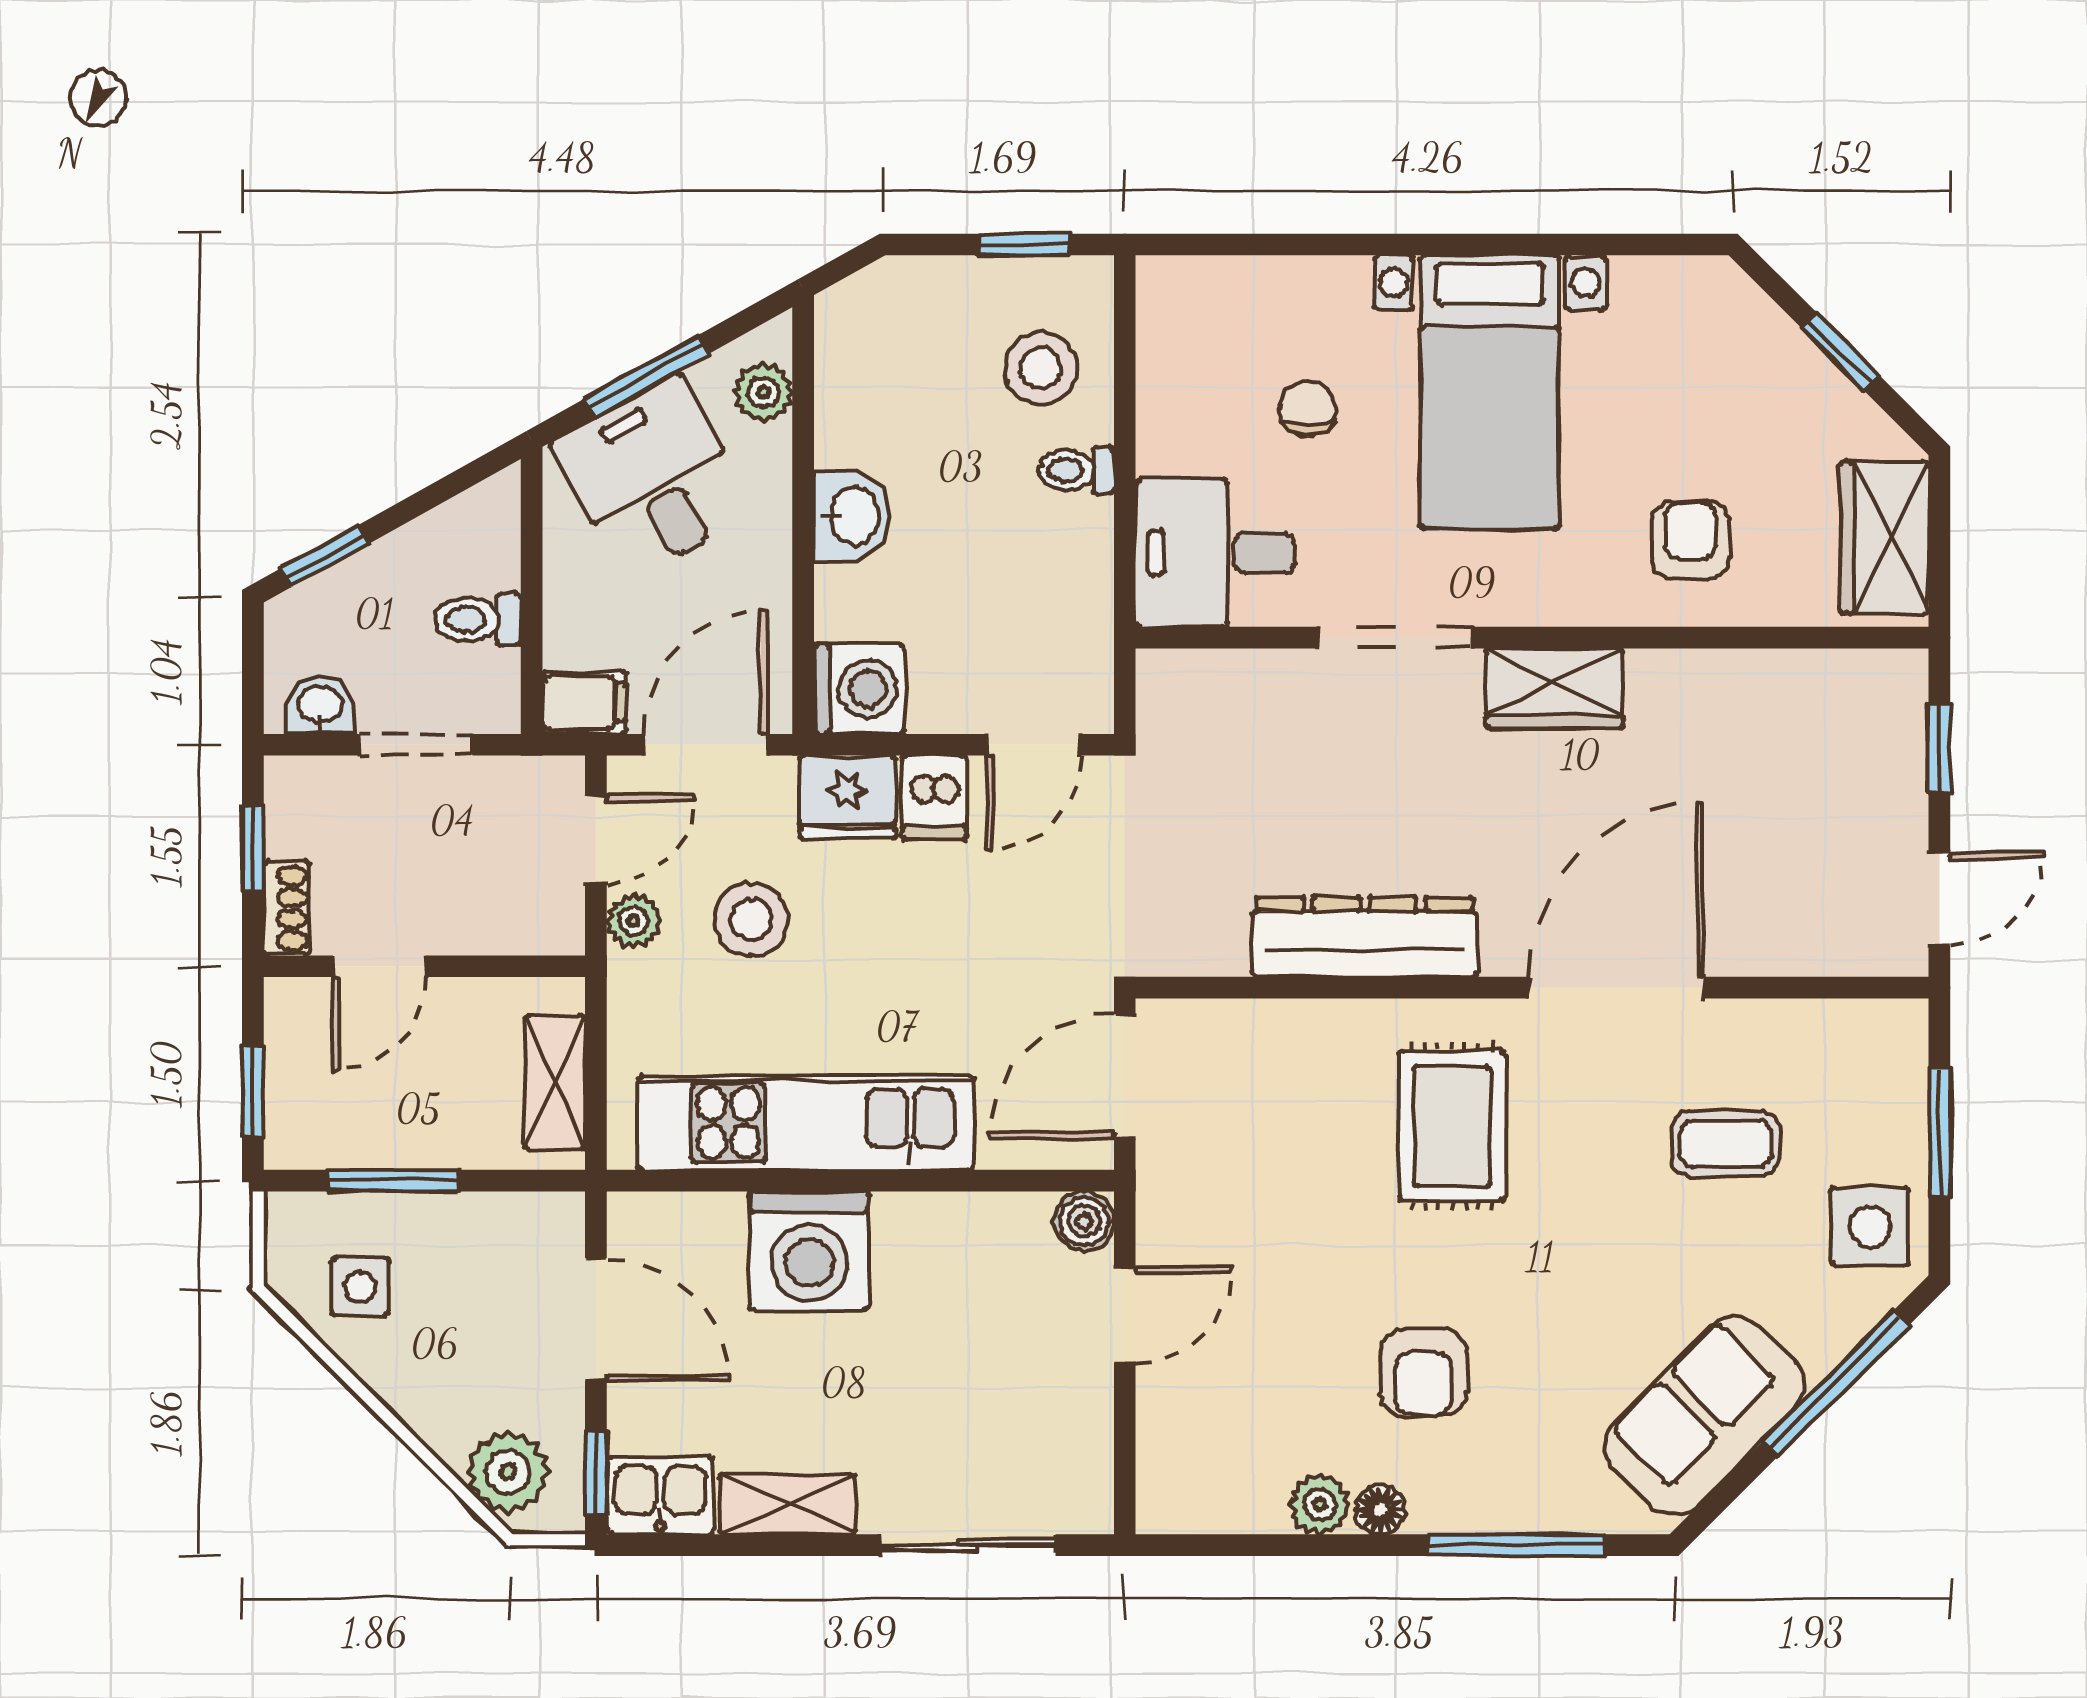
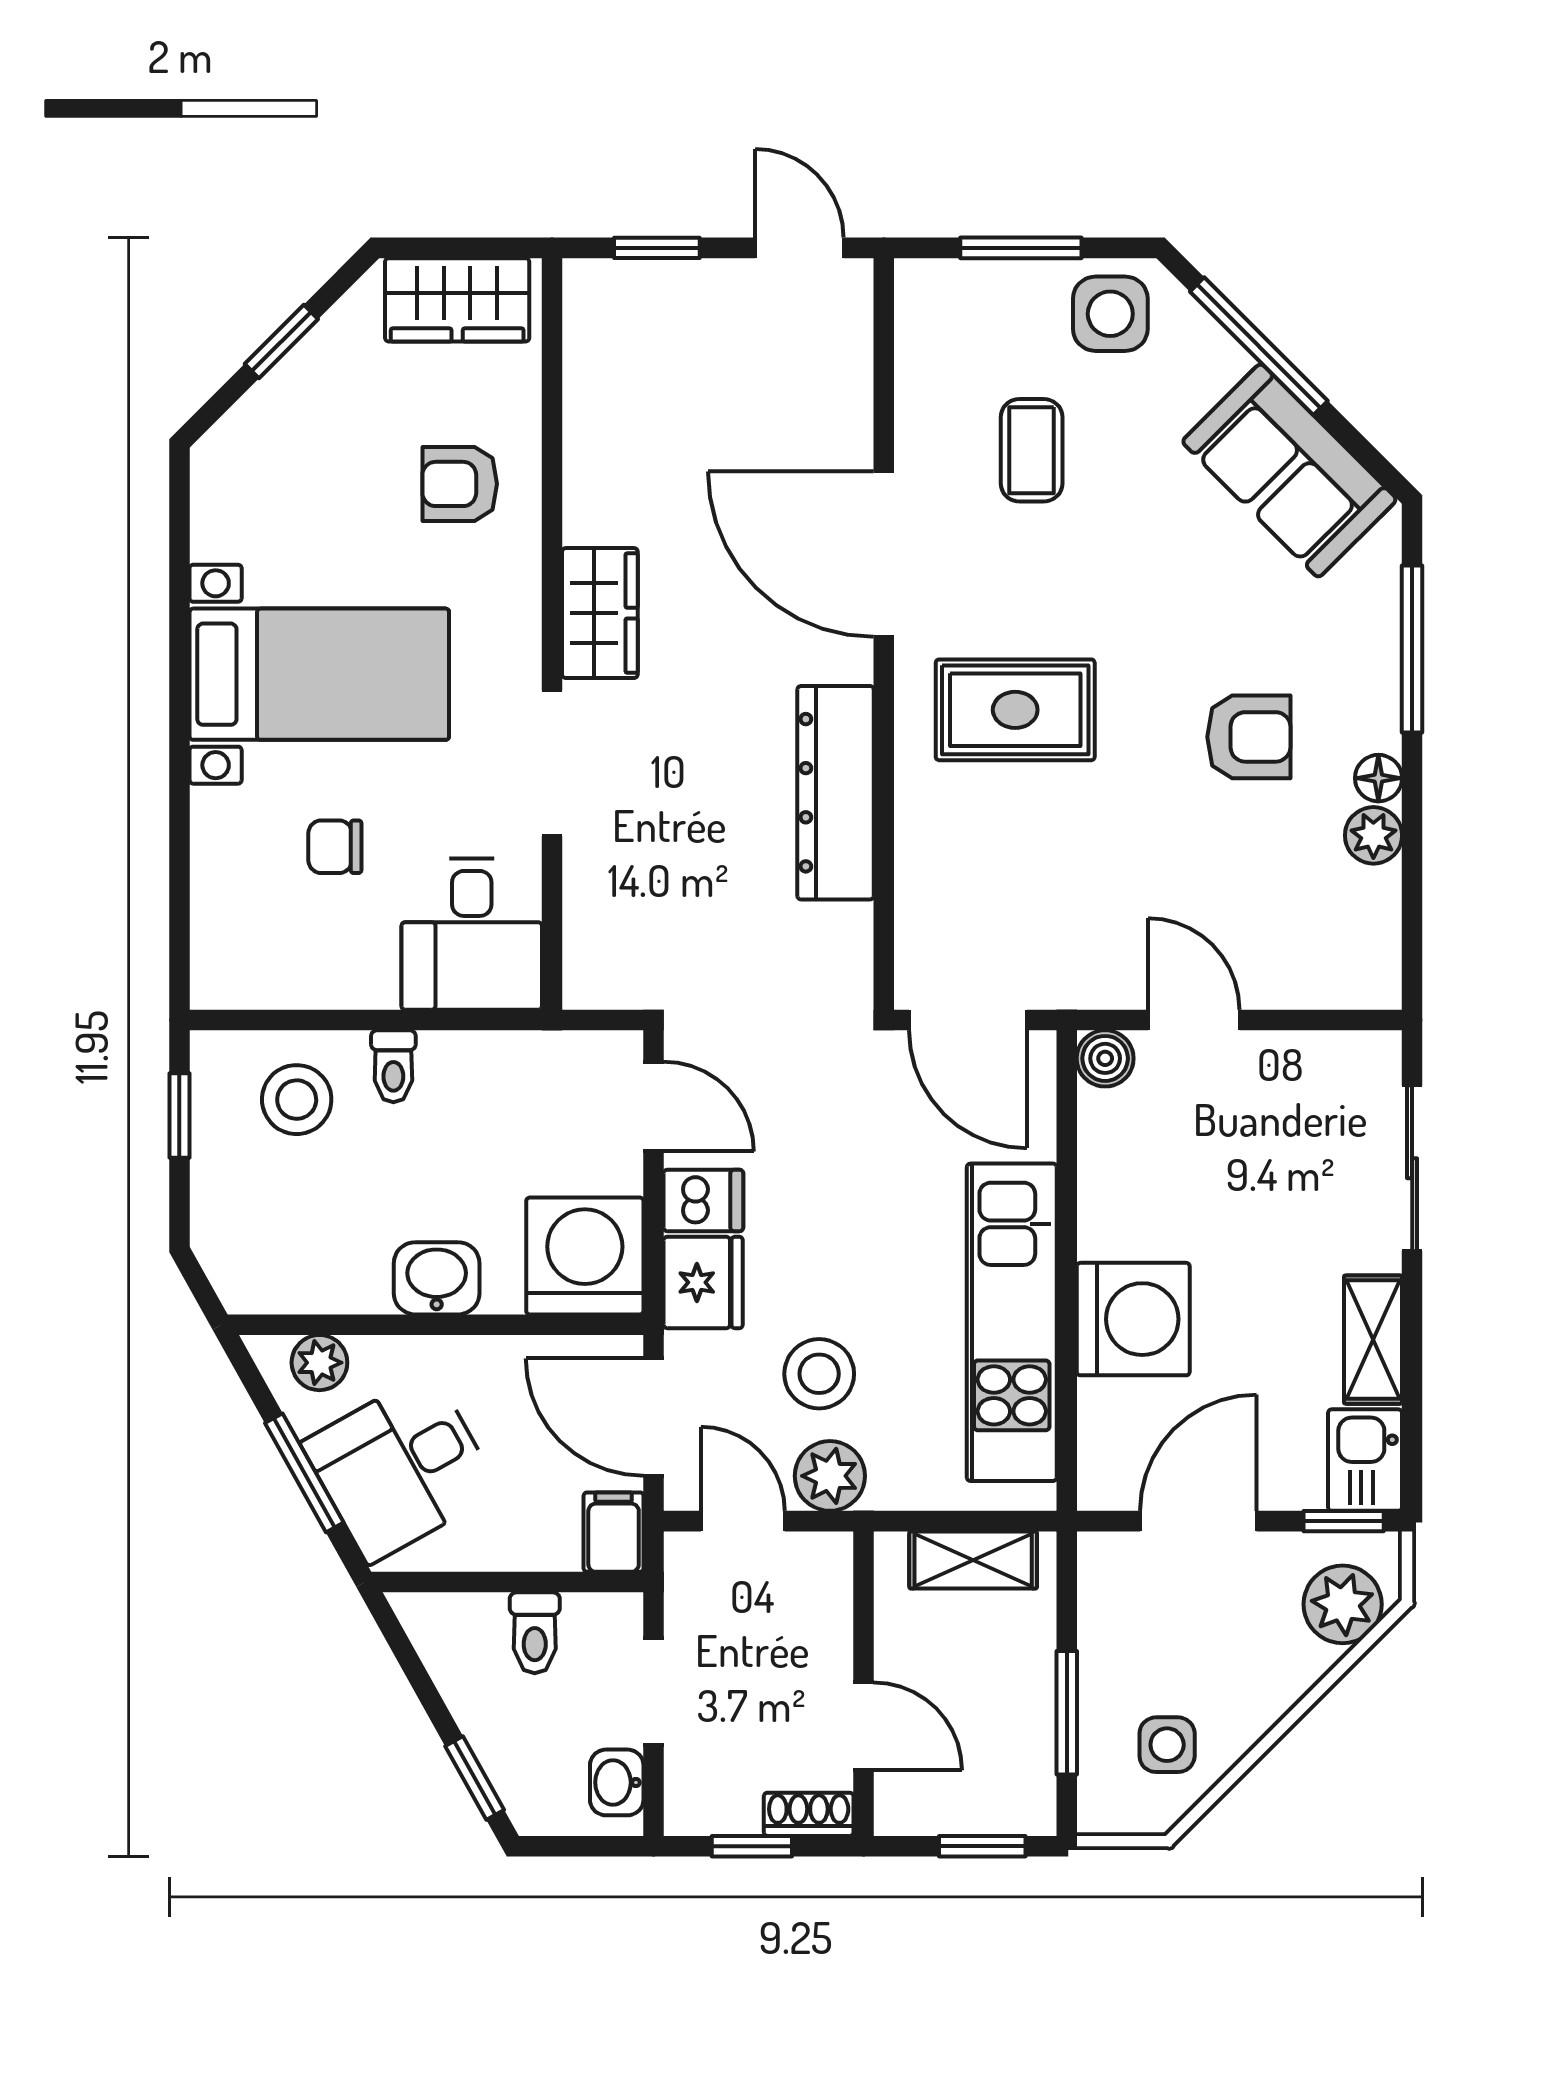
washing machine: (859, 689) -> (585, 1256), width x1.37, depth x1.37
plant: (634, 921) -> (830, 1476), width x1.38, depth x1.38

